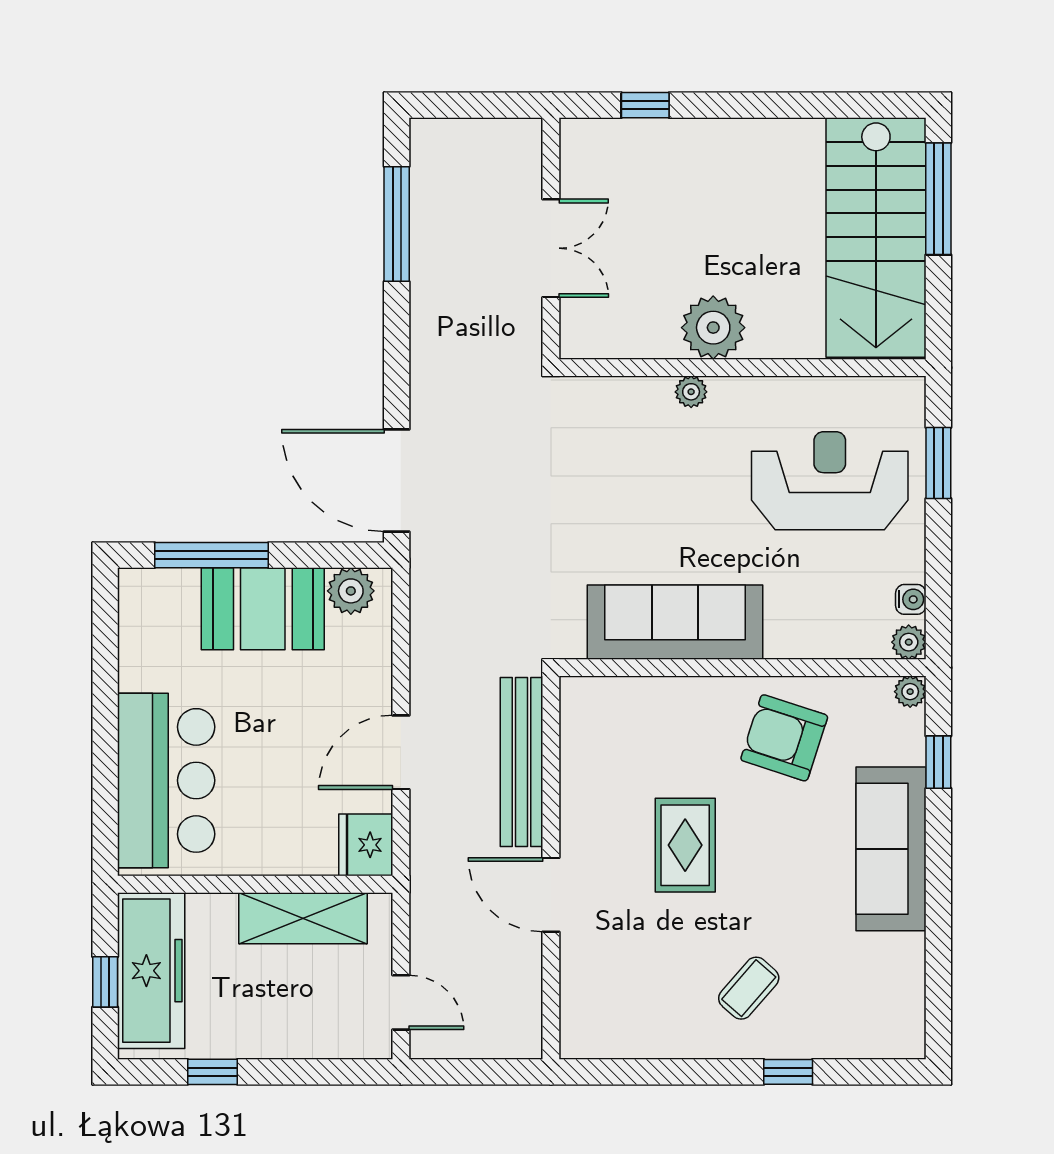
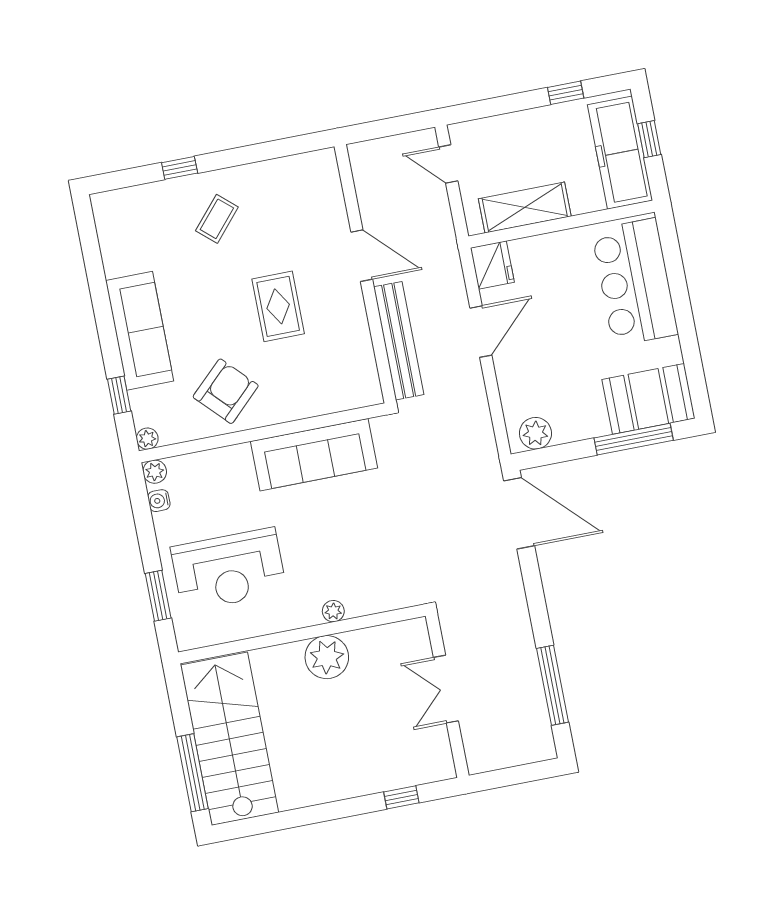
booth: (263, 609) -> (648, 399), moved
armchair: (784, 738) -> (226, 391), turned -62

